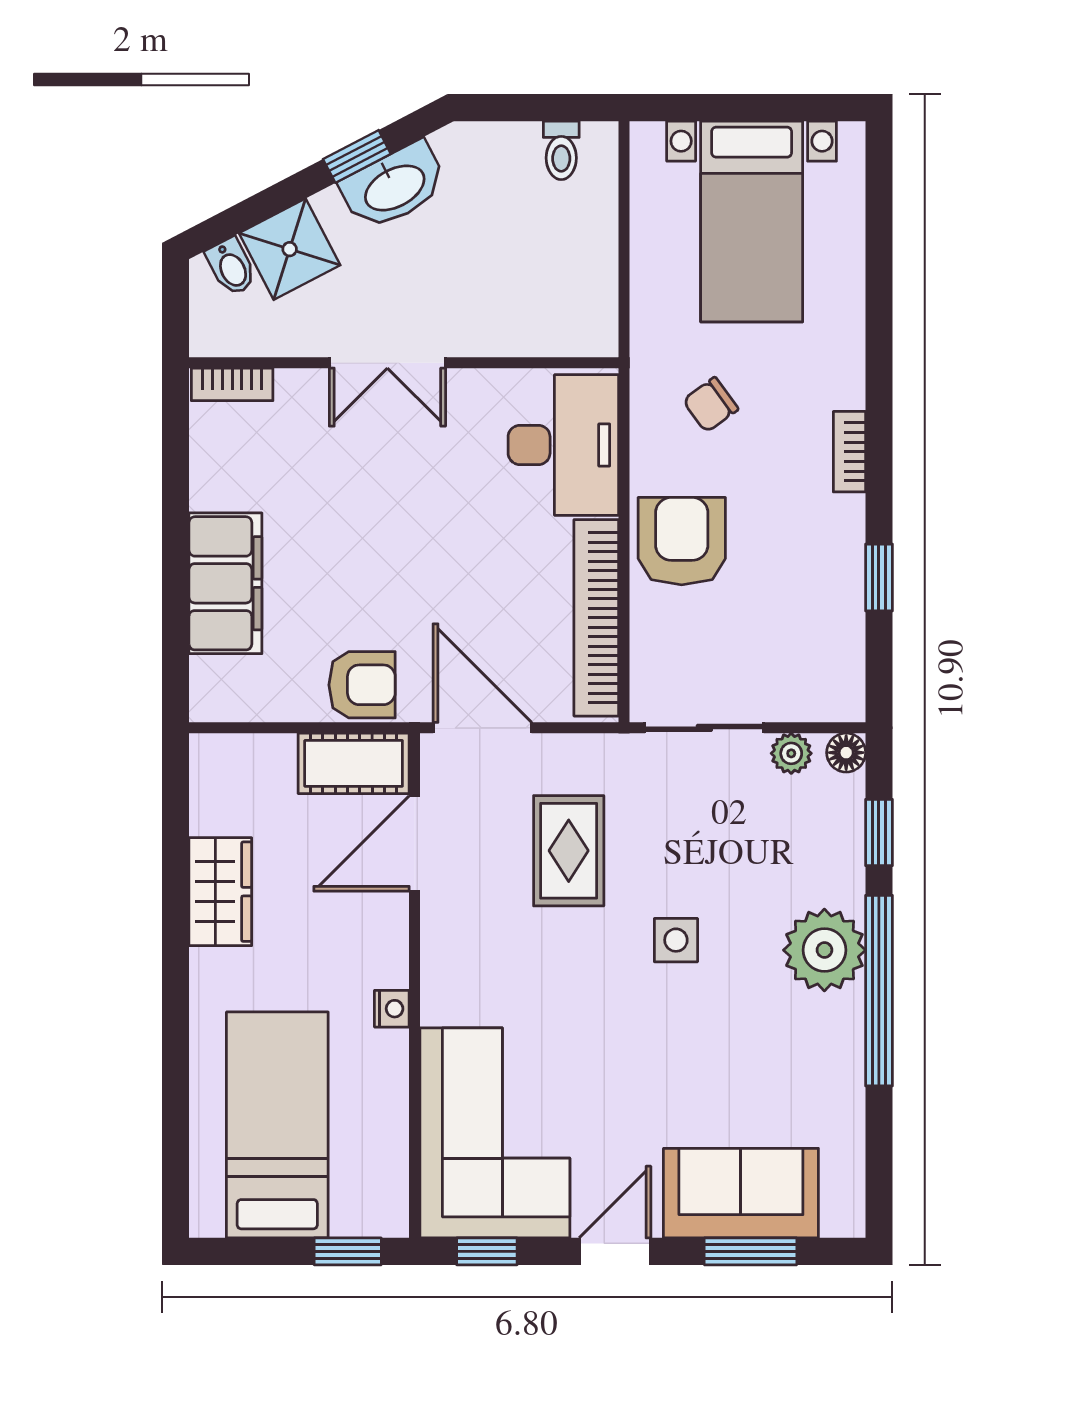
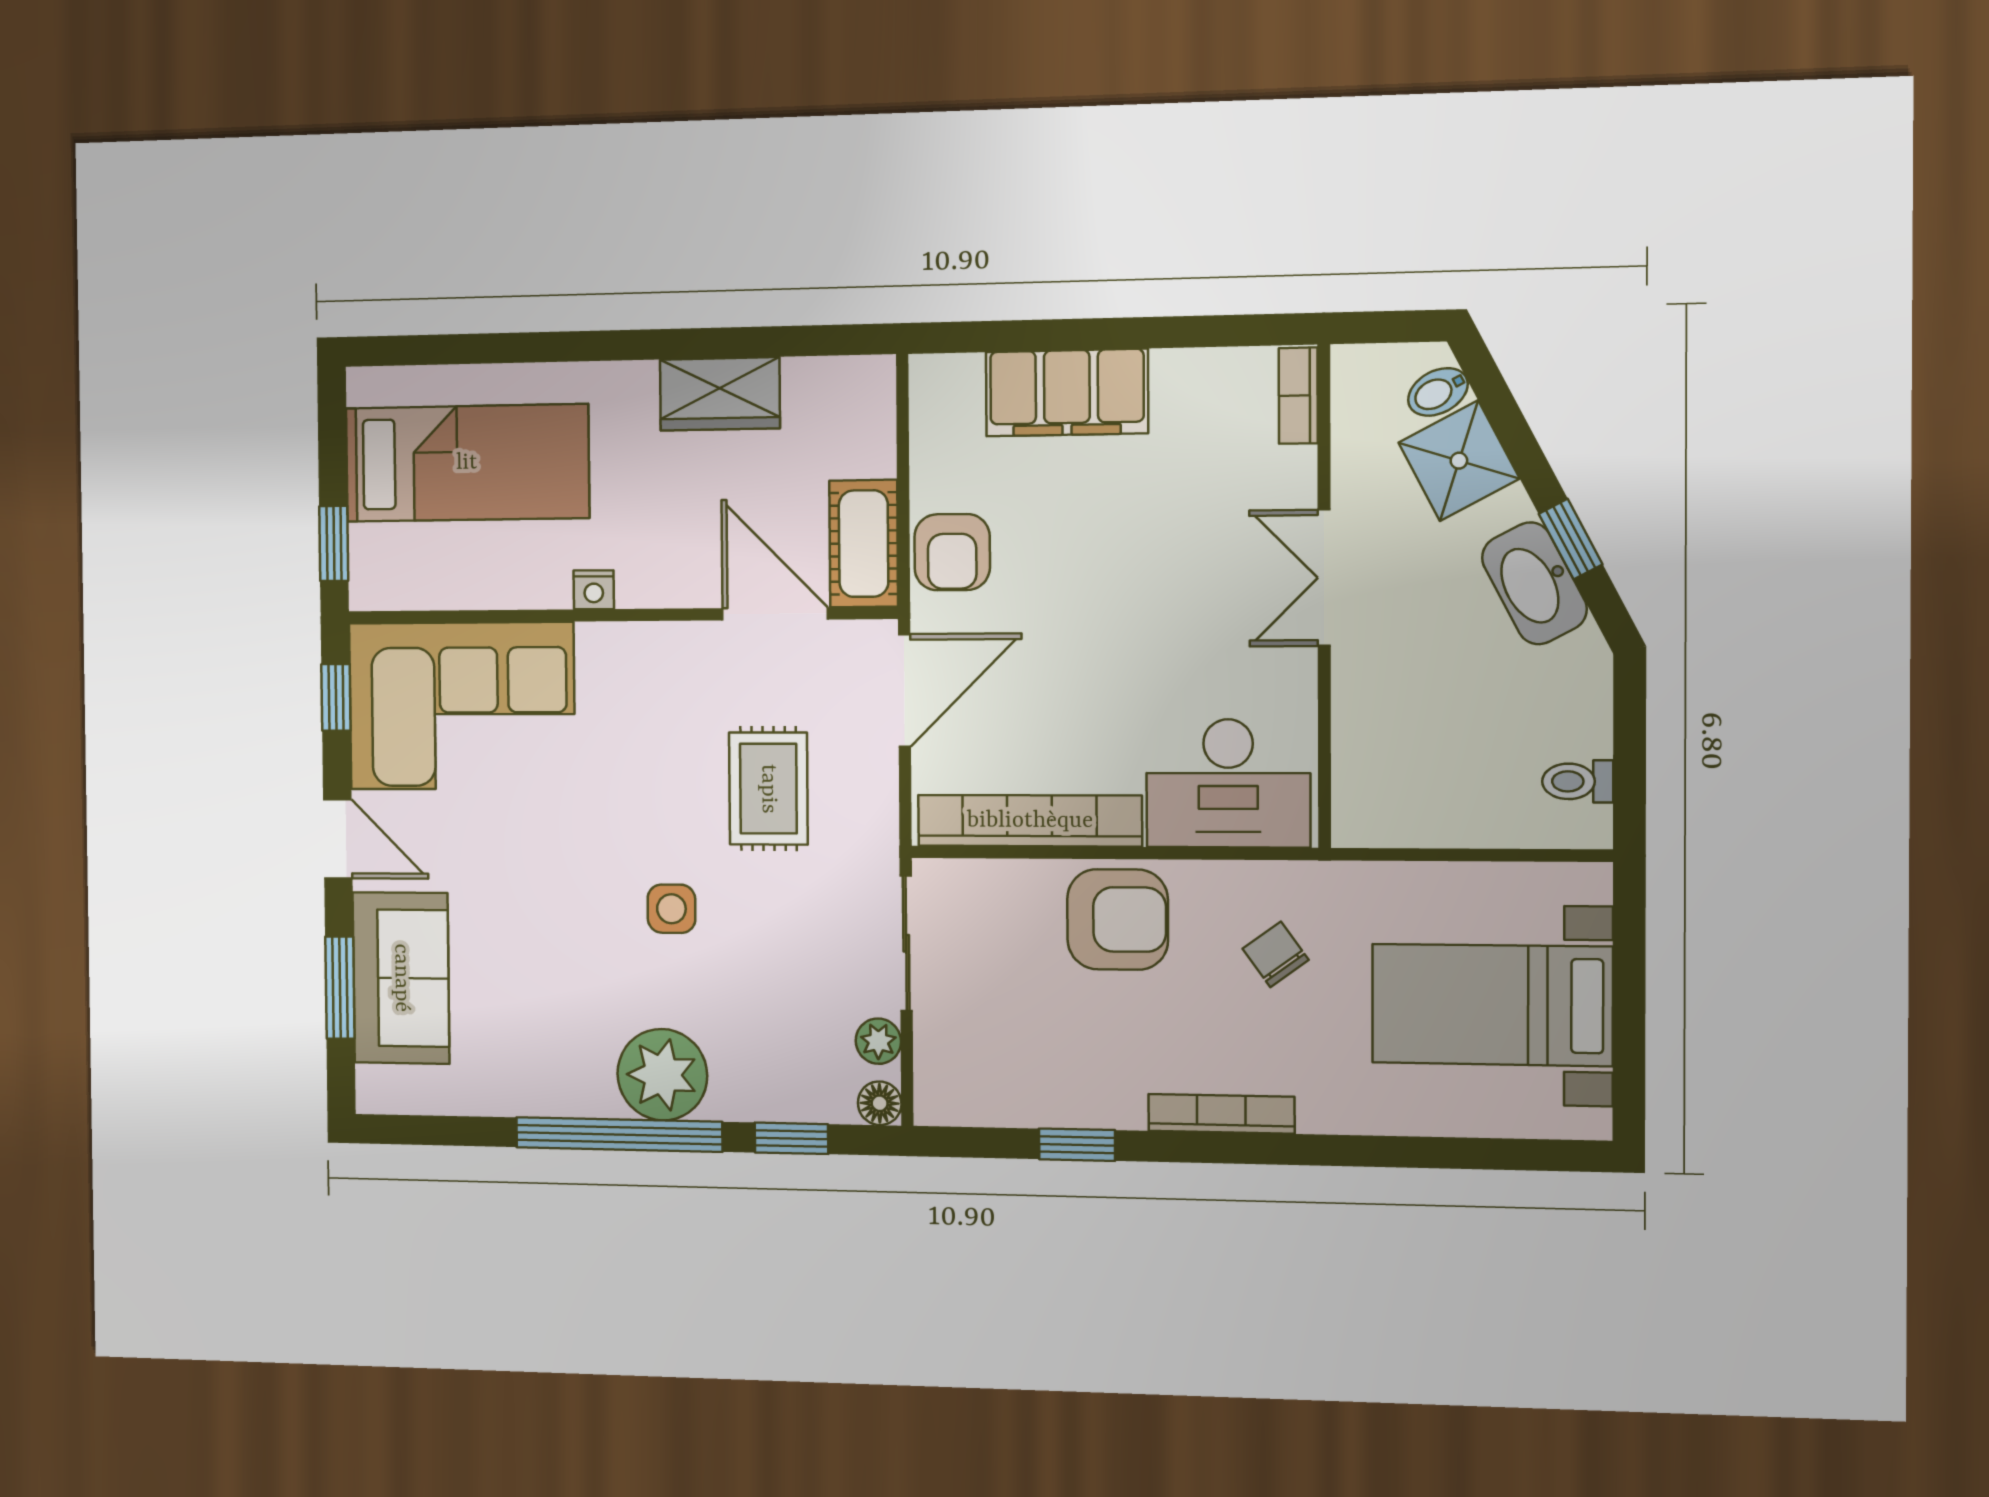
bookcase: (849, 452) -> (1221, 1114), width x1.56
rug: (569, 851) -> (768, 789), turned 90

